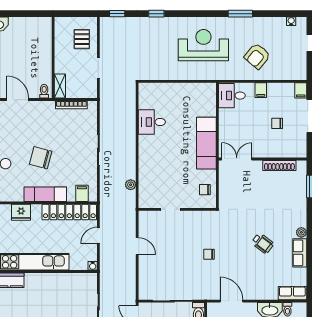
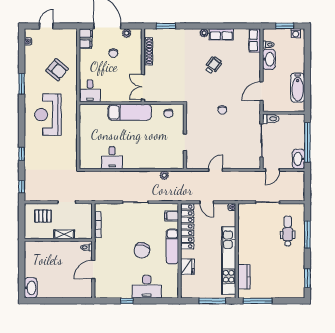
shelving: (60, 86) -> (64, 234), moved
filing cabinet: (261, 90) -> (86, 44), moved
plant: (301, 139) -> (127, 33), added

